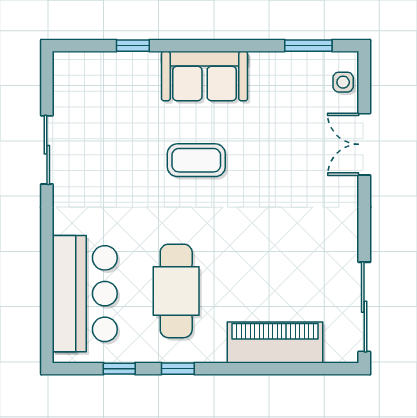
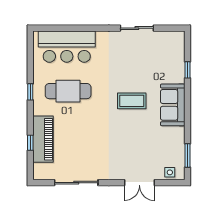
double door: (364, 144) -> (139, 183), swing flipped
coffee table: (196, 160) -> (132, 101), turned 90
sliding door: (364, 307) -> (76, 183), moved
window: (119, 369) -> (30, 143), moved

